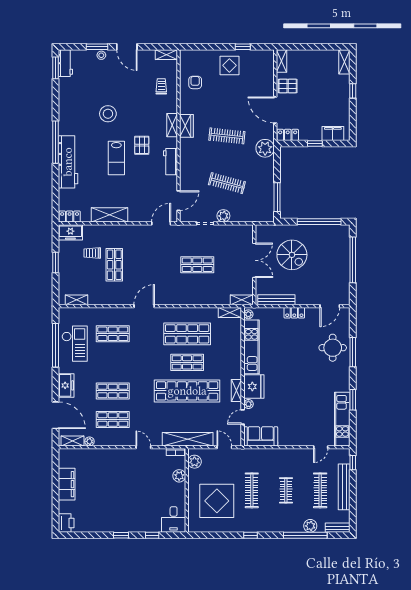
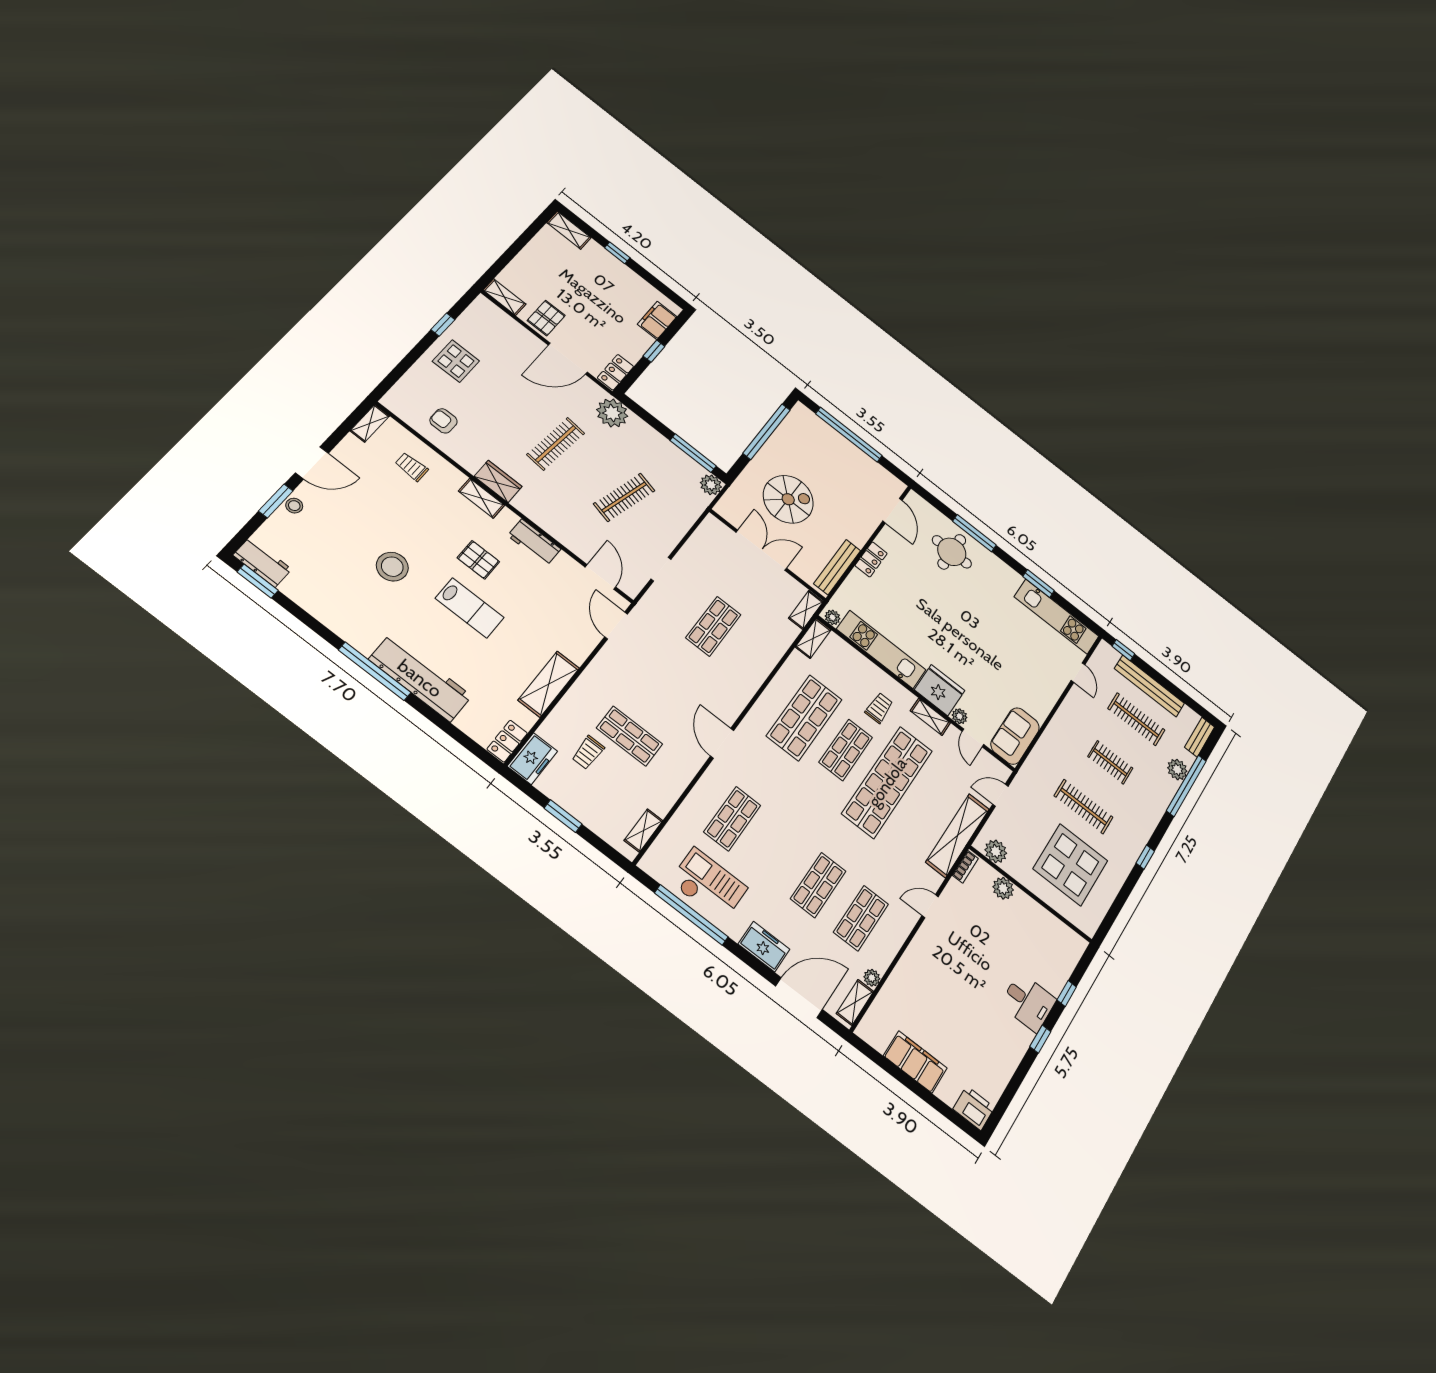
plant: (223, 216) -> (711, 485), moved
trolley: (221, 364) -> (879, 708), added
desk: (174, 519) -> (1028, 1002), moved

